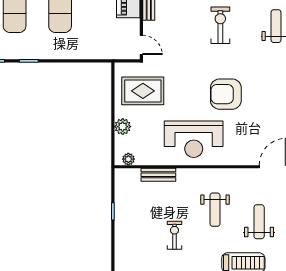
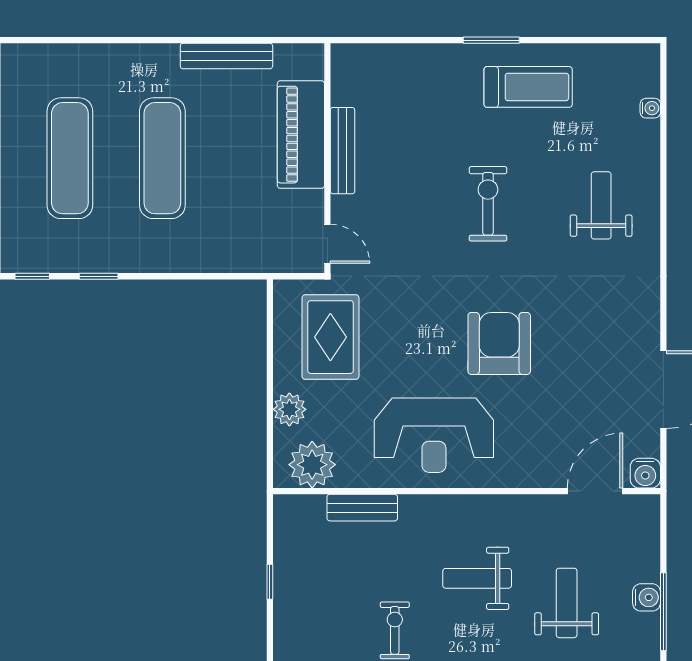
rug: (143, 91) -> (330, 337), turned 90
armchair: (226, 94) -> (499, 343), turned 90
plant: (128, 159) -> (312, 465), width x1.88, depth x1.88
weight bench: (215, 210) -> (477, 578), turned 90

